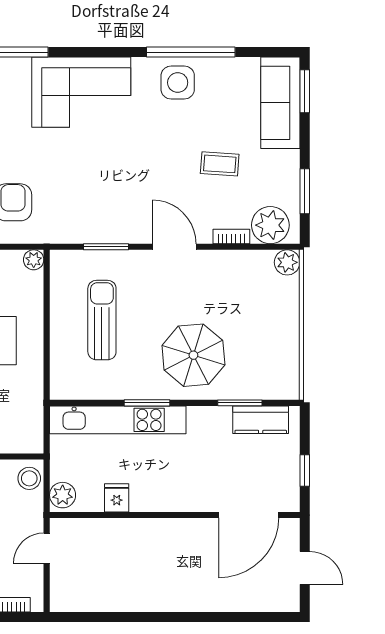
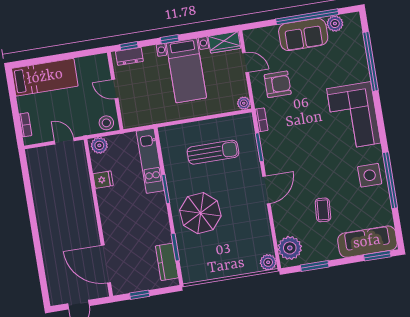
bookcase: (231, 237) -> (261, 120), moved
kitchen unit: (118, 420) -> (150, 161), width x0.73

